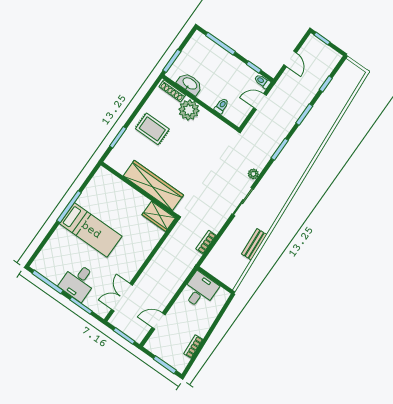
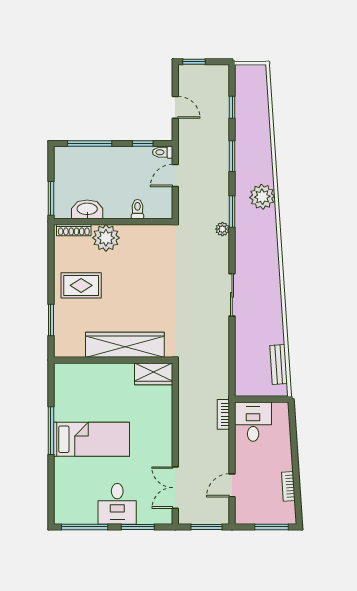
plant: (305, 153) -> (262, 197), added
plant: (253, 174) -> (222, 229), moved
bookcase: (206, 242) -> (223, 414), moved
bench: (254, 244) -> (279, 364), moved

